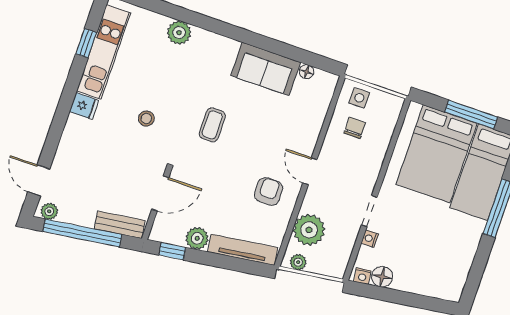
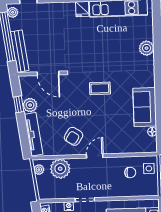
stool: (146, 119) -> (89, 48), removed
armchair: (269, 192) -> (74, 136), turned 123
bench: (120, 225) -> (20, 51), width x1.36
window: (172, 251) -> (19, 104), moved

